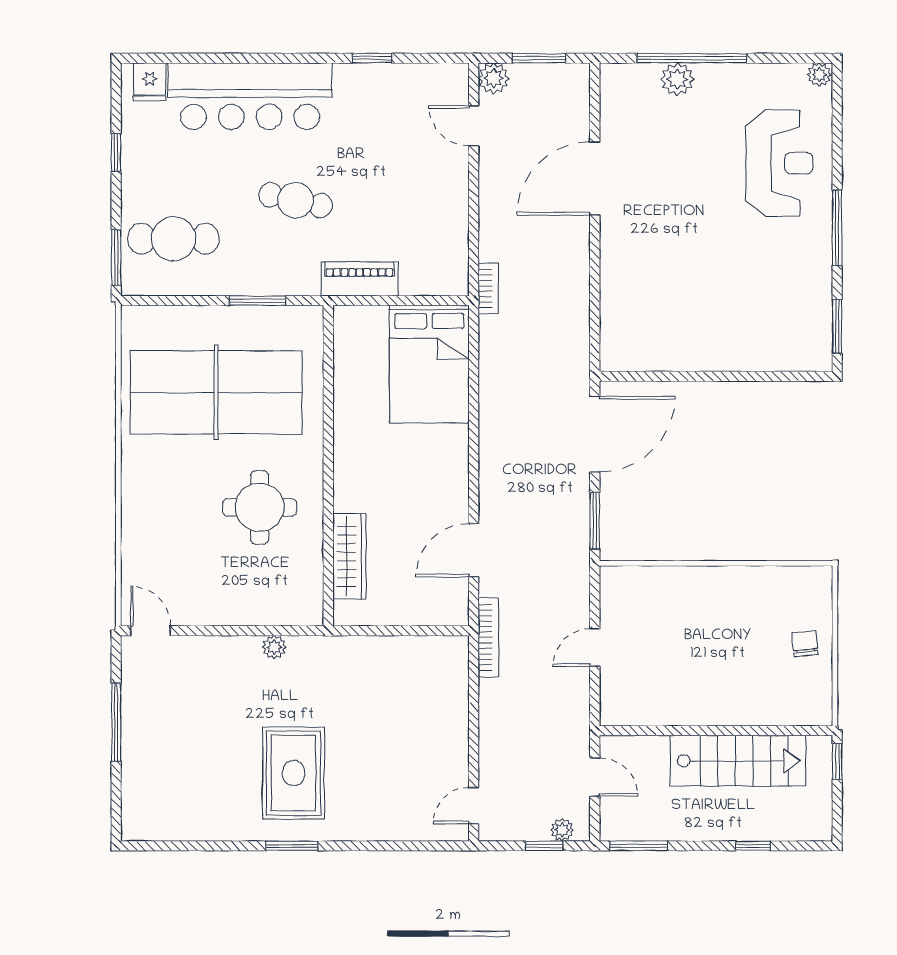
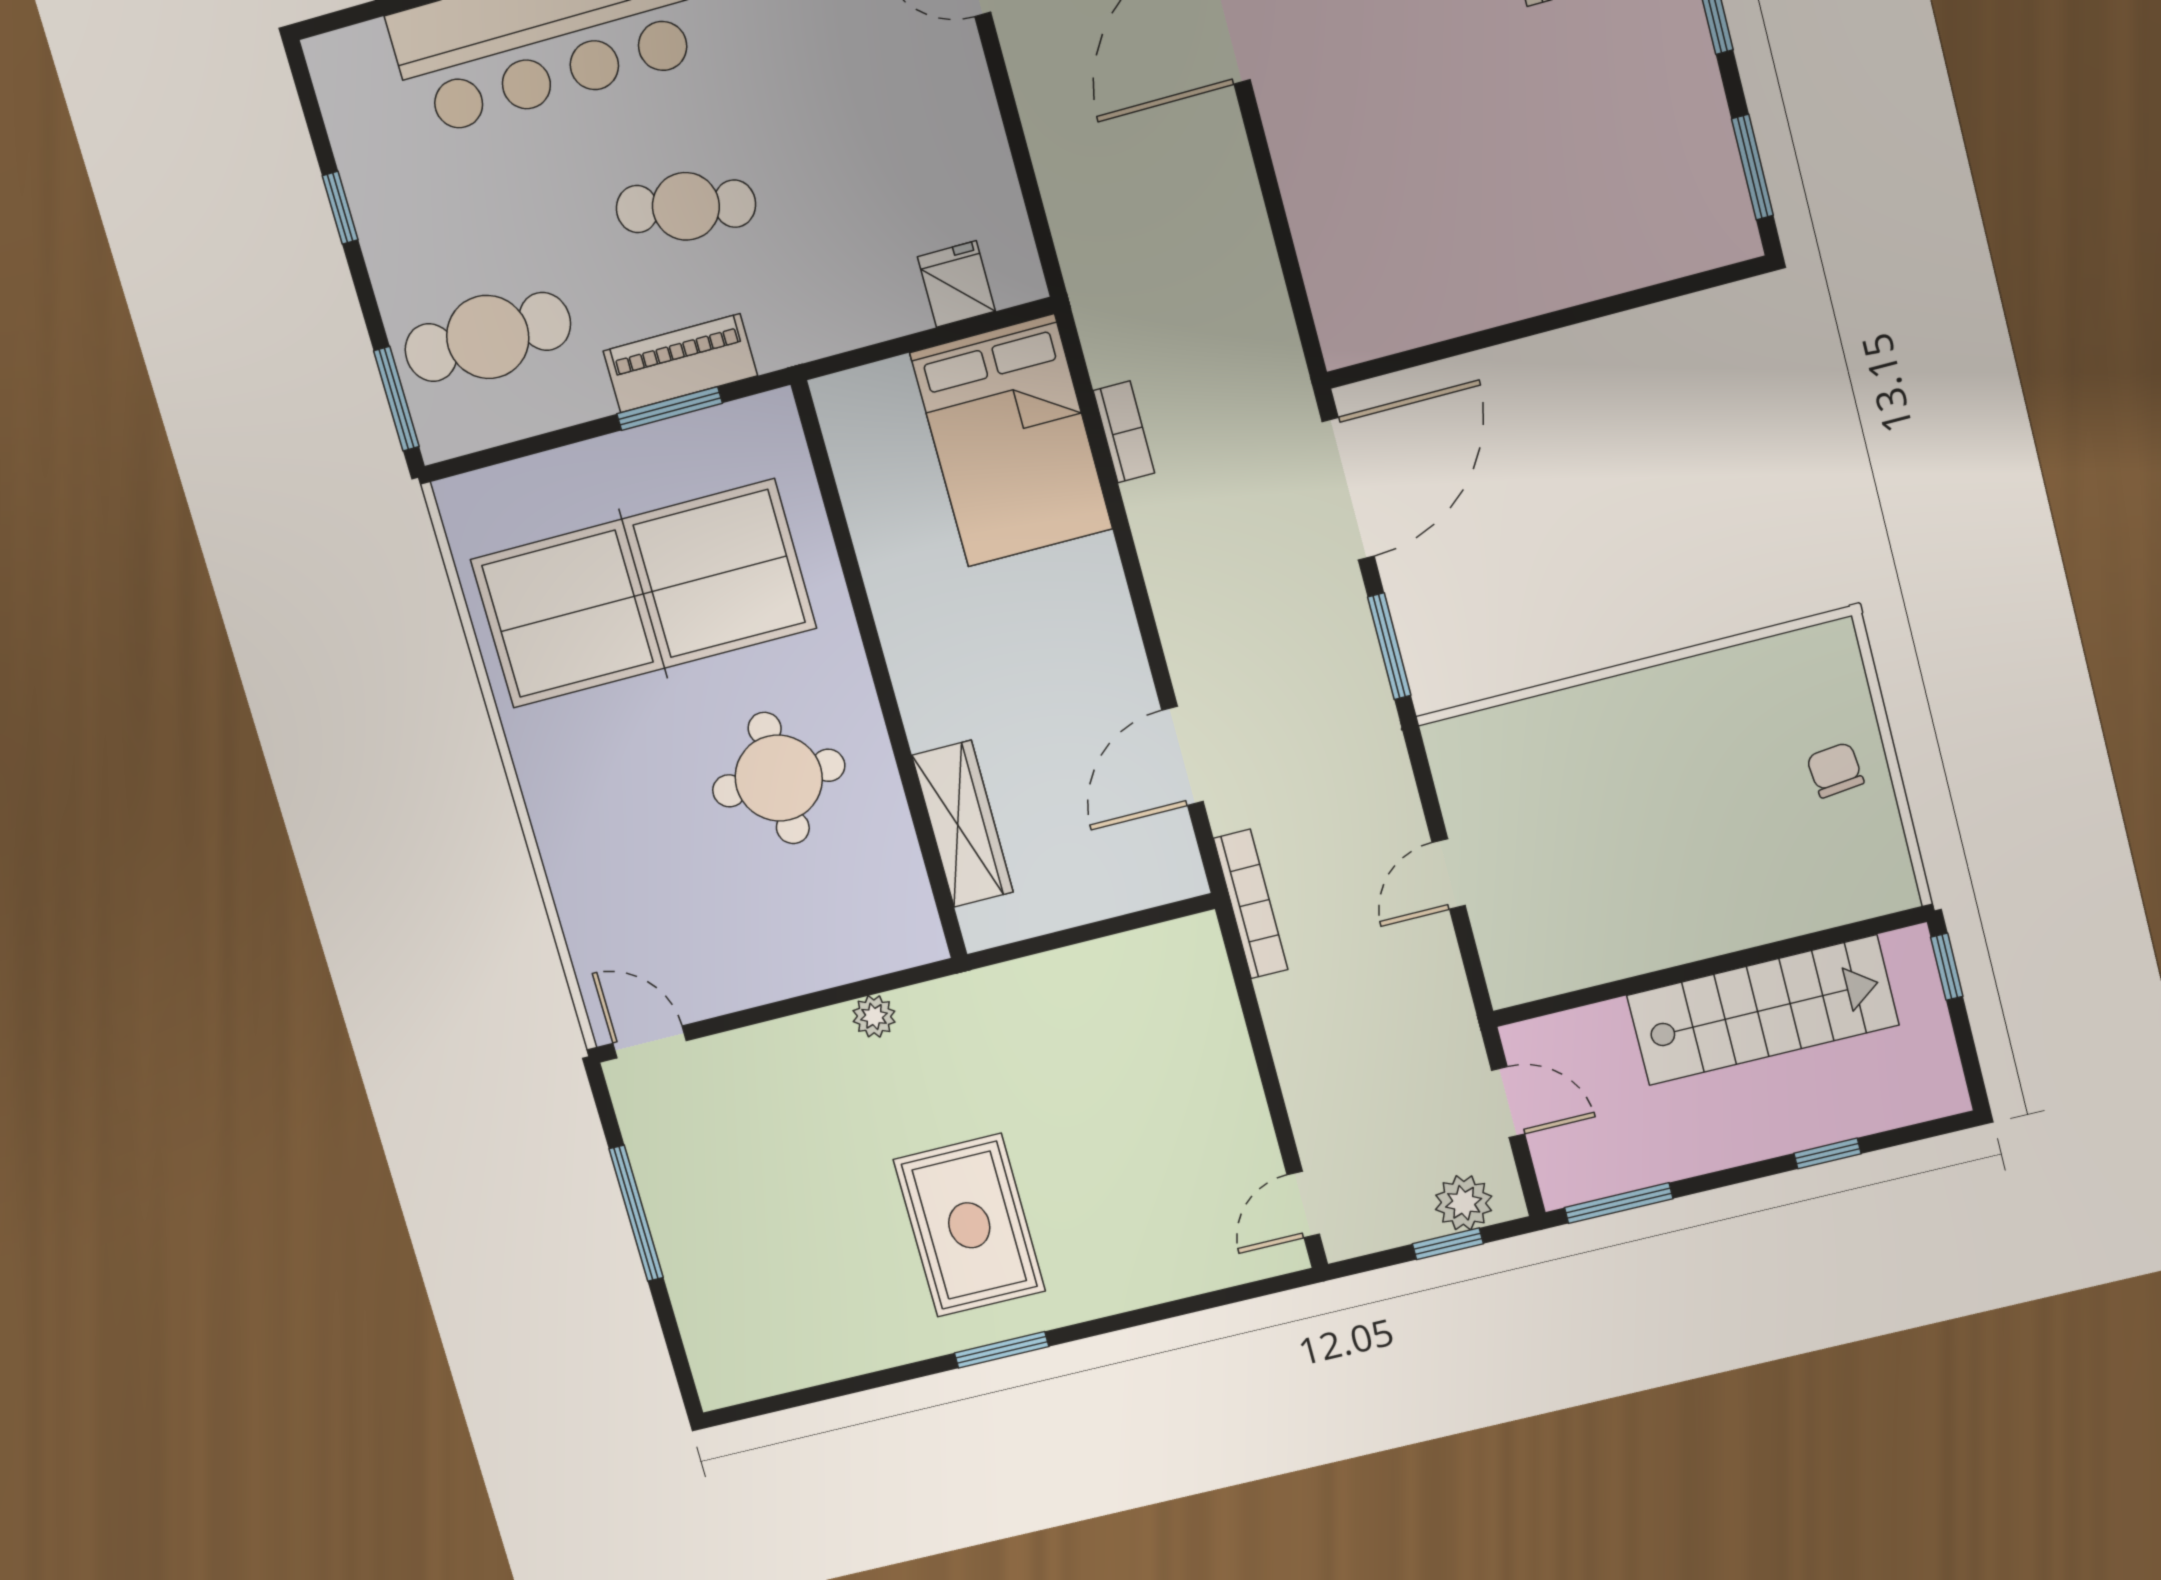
fridge: (150, 82) -> (956, 284), moved, turned 180
piano: (360, 279) -> (680, 363), moved
bookcase: (488, 289) -> (1124, 432), moved
plant: (562, 830) -> (1464, 1203), width x1.38, depth x1.38

